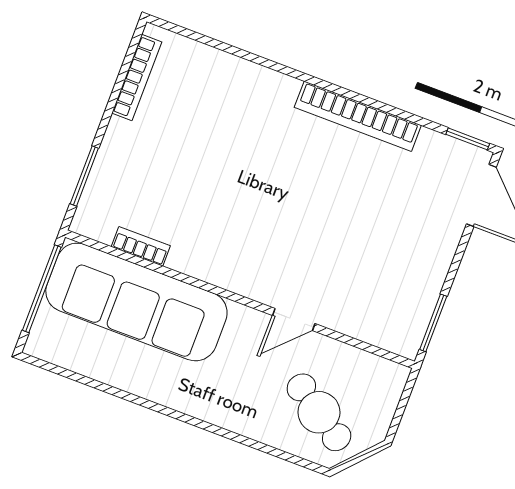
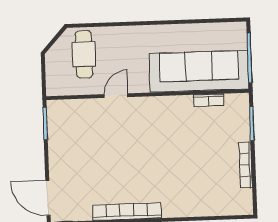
bookcase: (137, 78) -> (246, 165), moved
cafe table: (319, 412) -> (84, 54), turned 56

